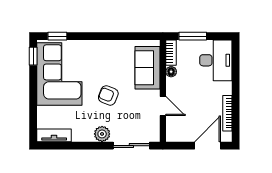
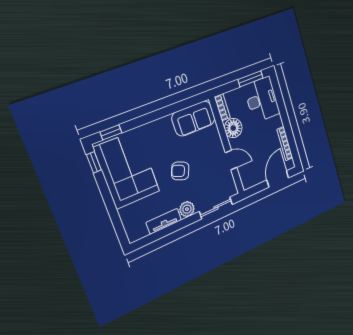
window: (193, 36) -> (251, 79), moved
sofa: (148, 68) -> (193, 118), moved, turned -90
floor lamp: (171, 72) -> (233, 128), width x1.89, depth x1.89
tv unit: (54, 135) -> (164, 221), moved

